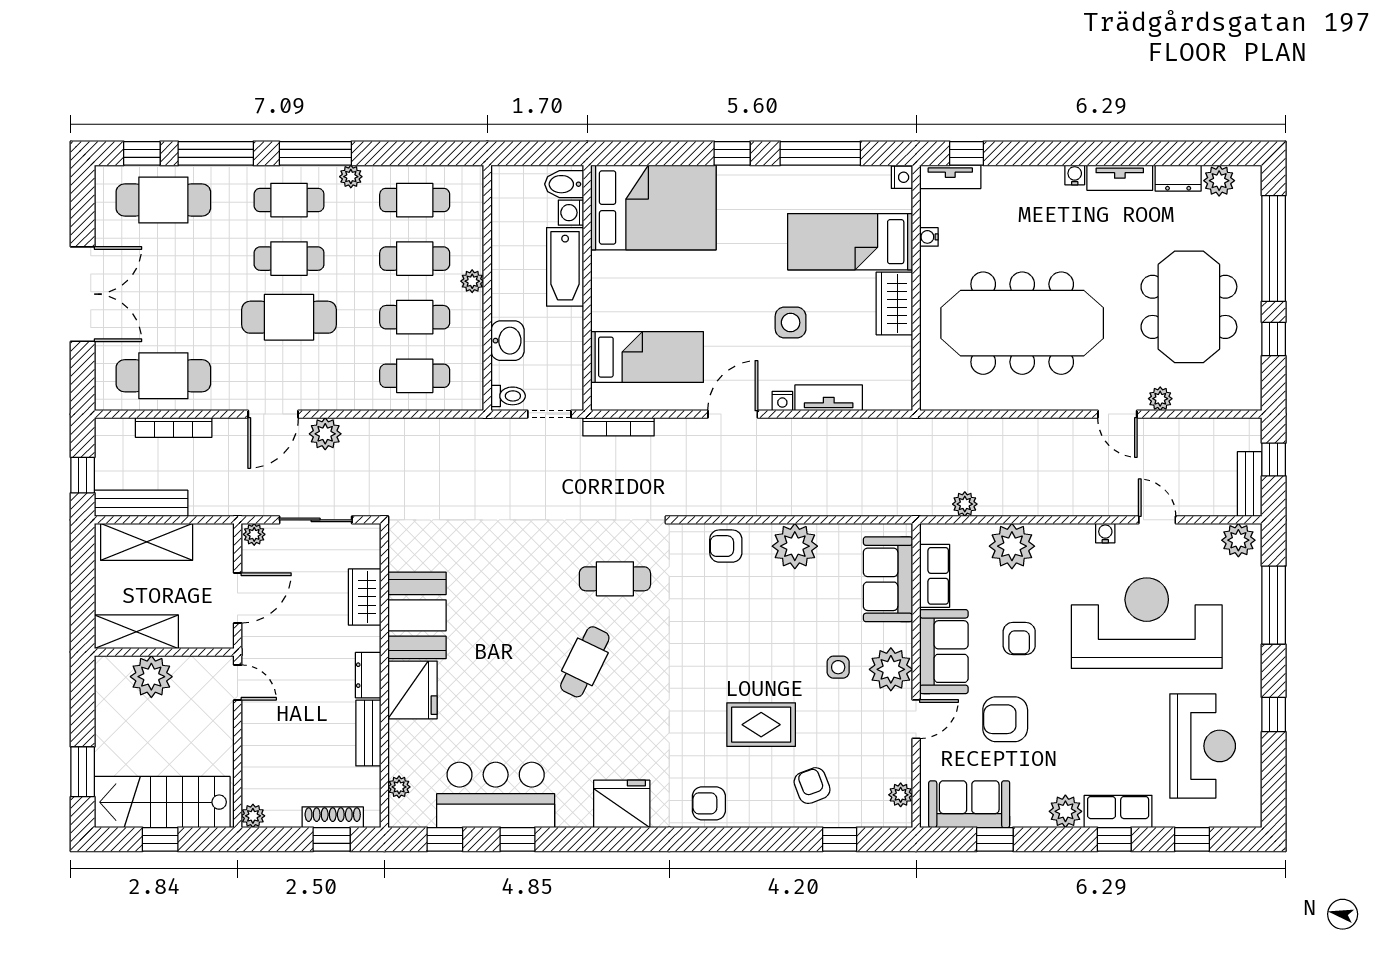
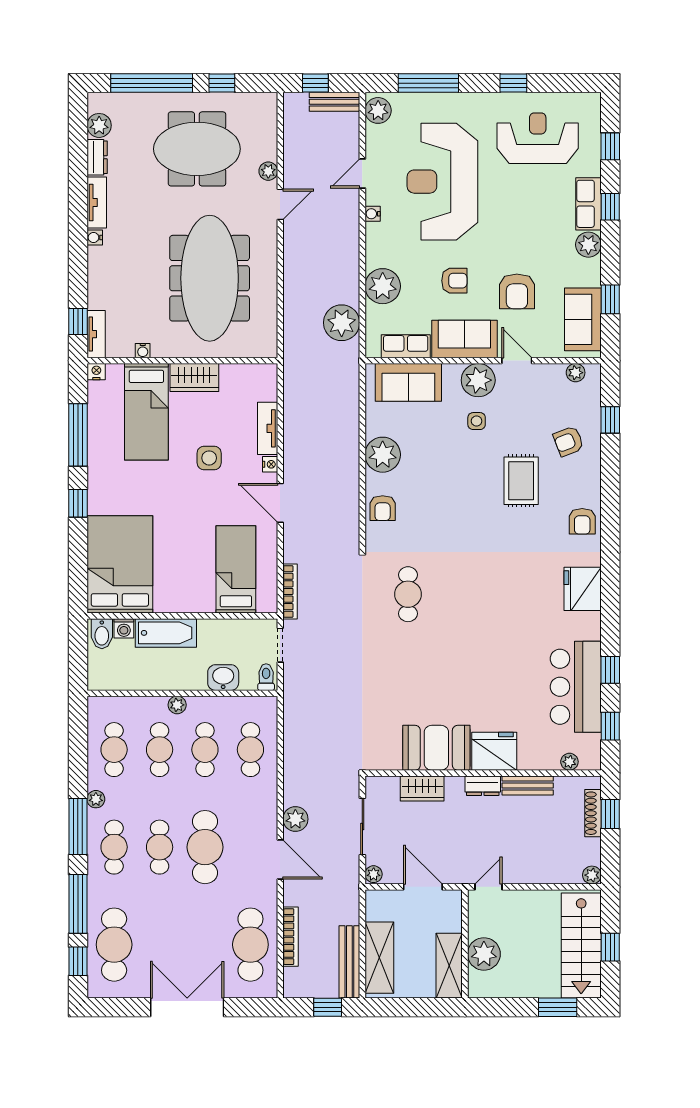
plant: (965, 504) -> (342, 323), width x1.87, depth x1.87
cafe table: (585, 662) -> (472, 618), removed

